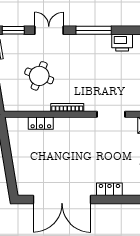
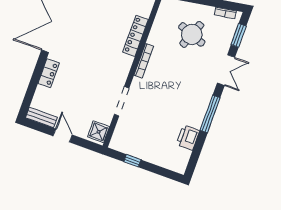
round table: (39, 76) -> (192, 34), moved
locker: (41, 123) -> (136, 36), width x1.53

